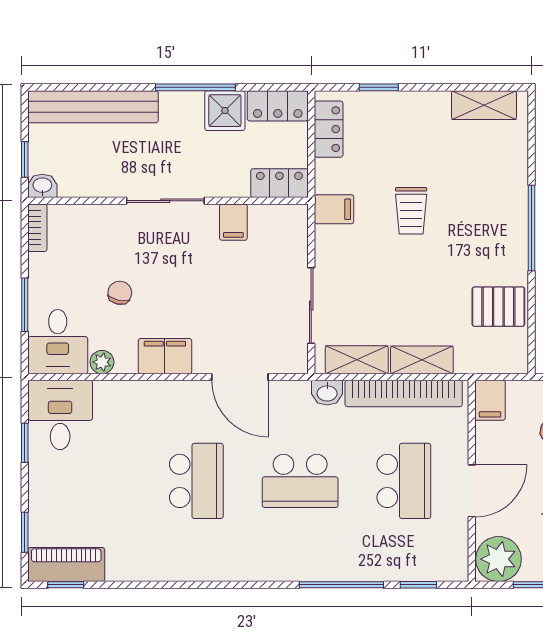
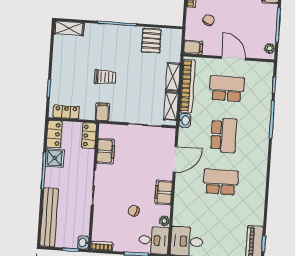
shelving: (484, 105) -> (69, 28), moved, turned 90
filing cabinet: (233, 222) -> (106, 151), width x2.00
plant: (499, 559) -> (270, 49), width x0.53, depth x0.53

